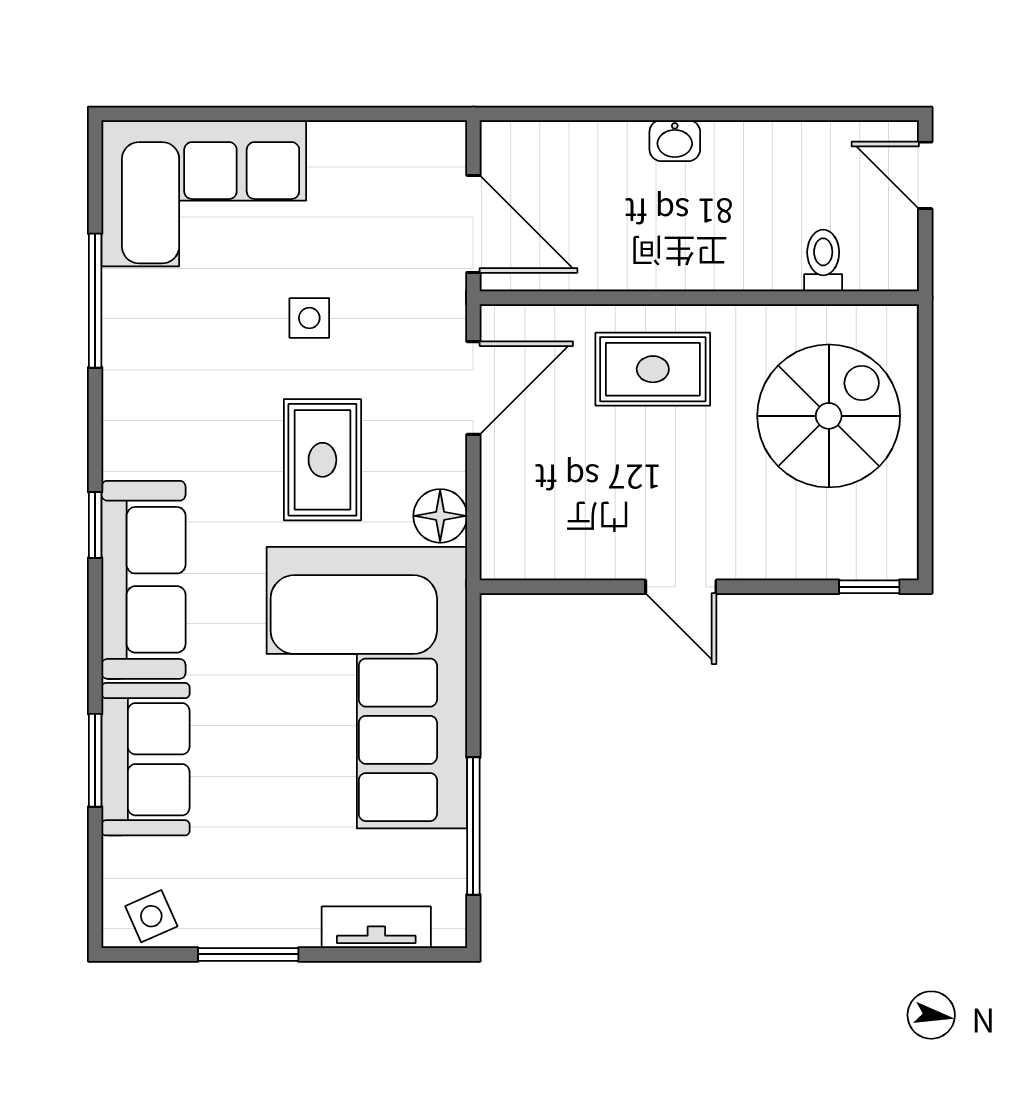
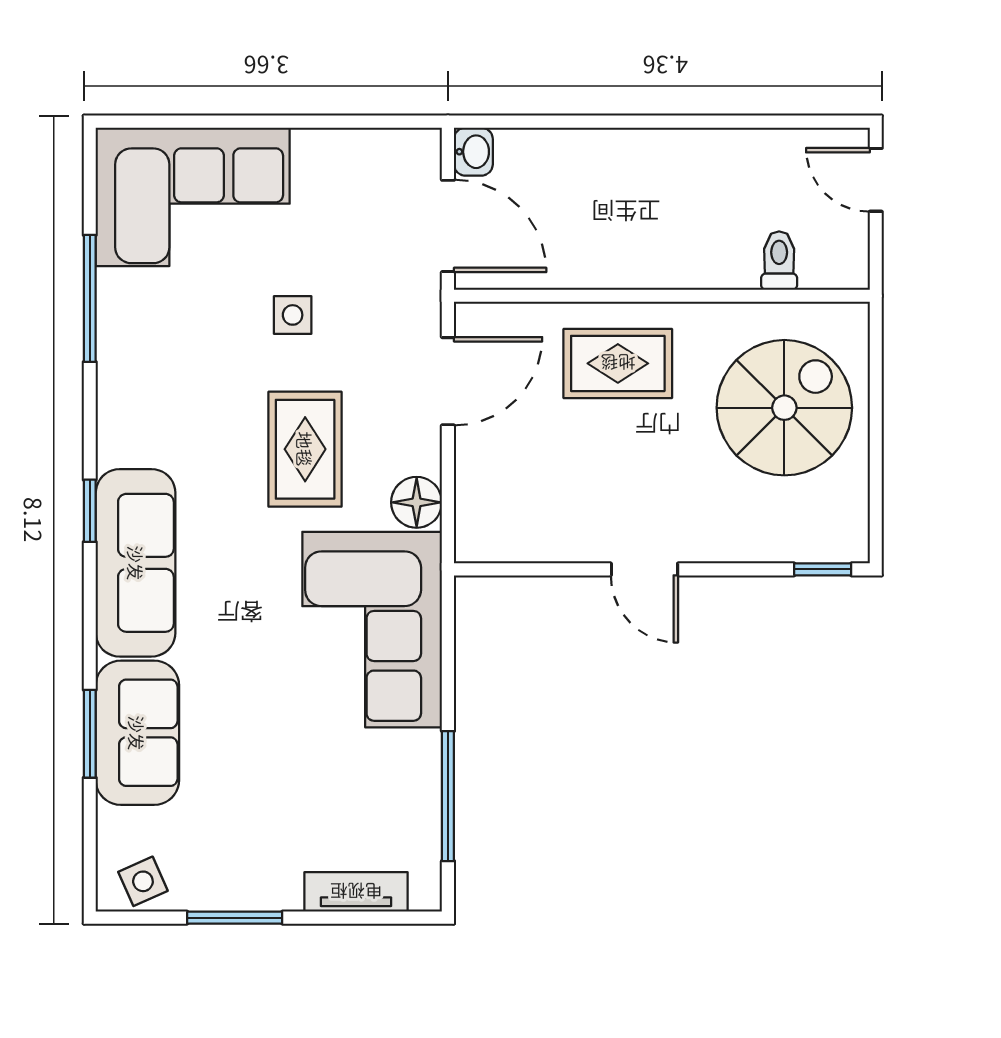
washbasin: (675, 141) -> (473, 152), moved, turned -90
corner sofa: (367, 688) -> (372, 630), width x0.73, depth x0.74

